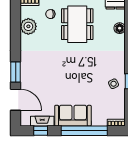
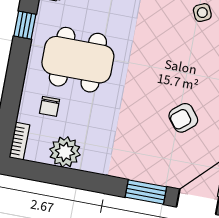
armchair: (57, 84) -> (183, 118), added

